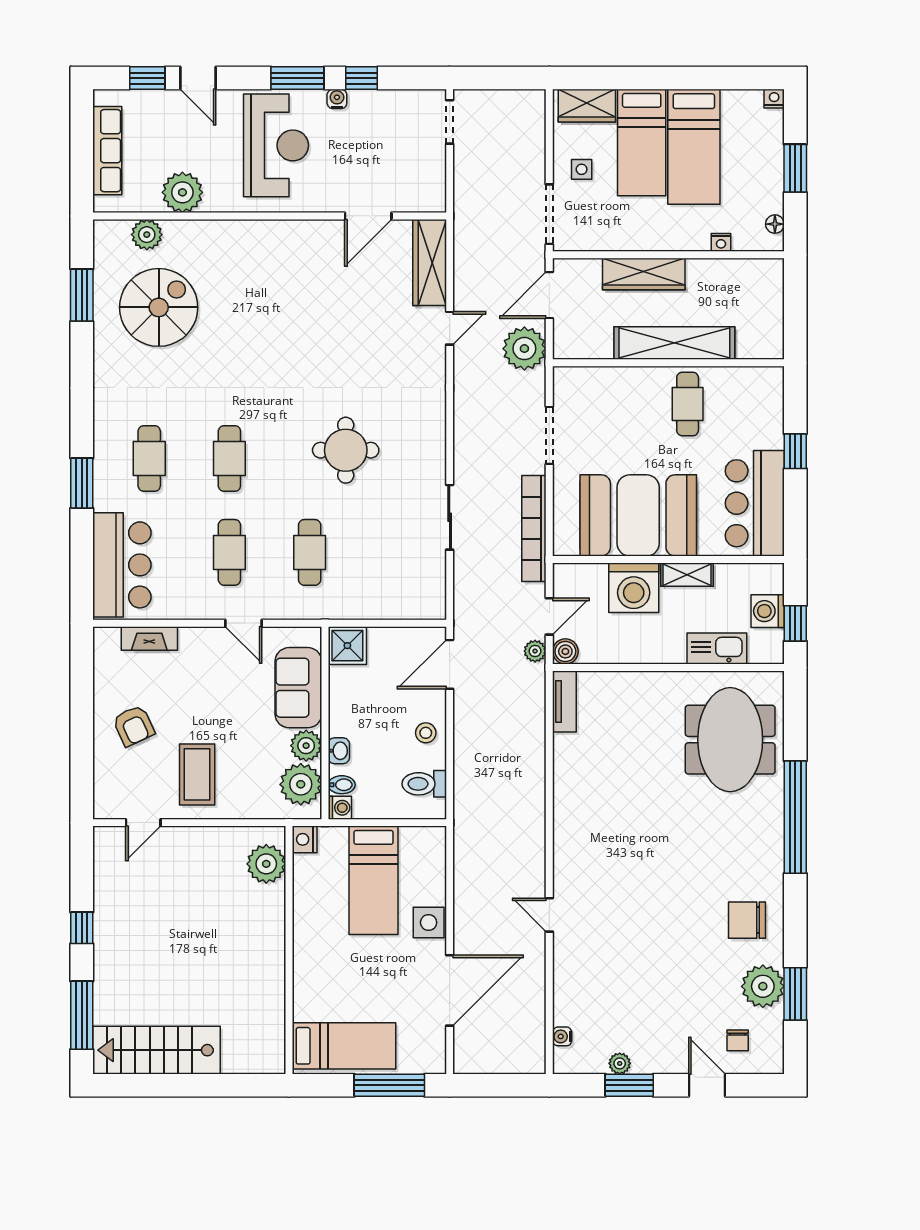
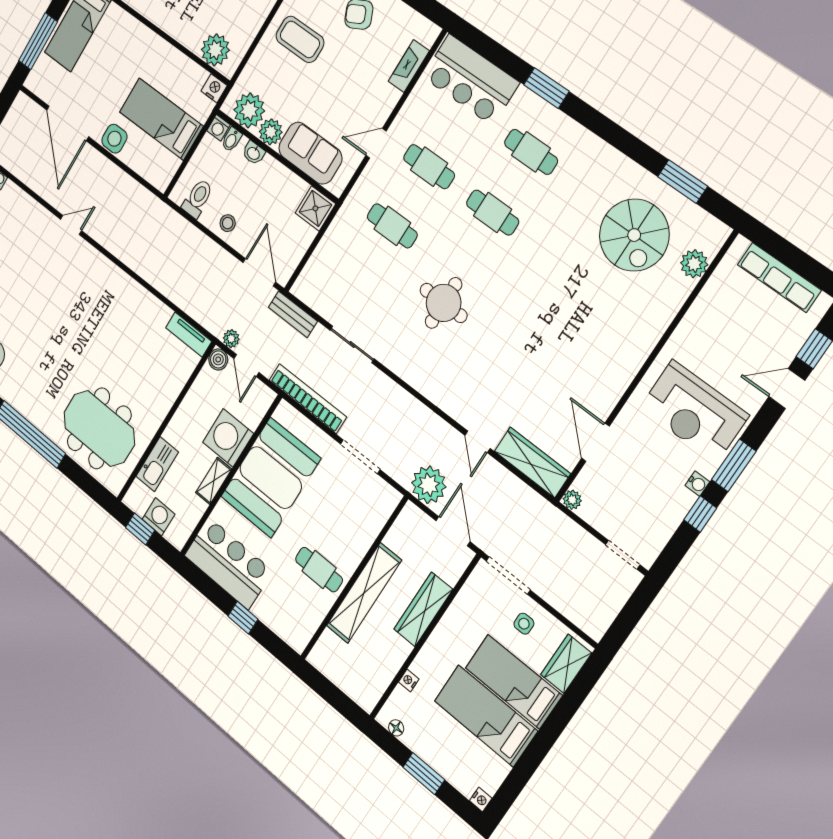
plant: (182, 192) -> (572, 500), moved, width x0.53, depth x0.53
bench: (465, 600) -> (293, 314), added

